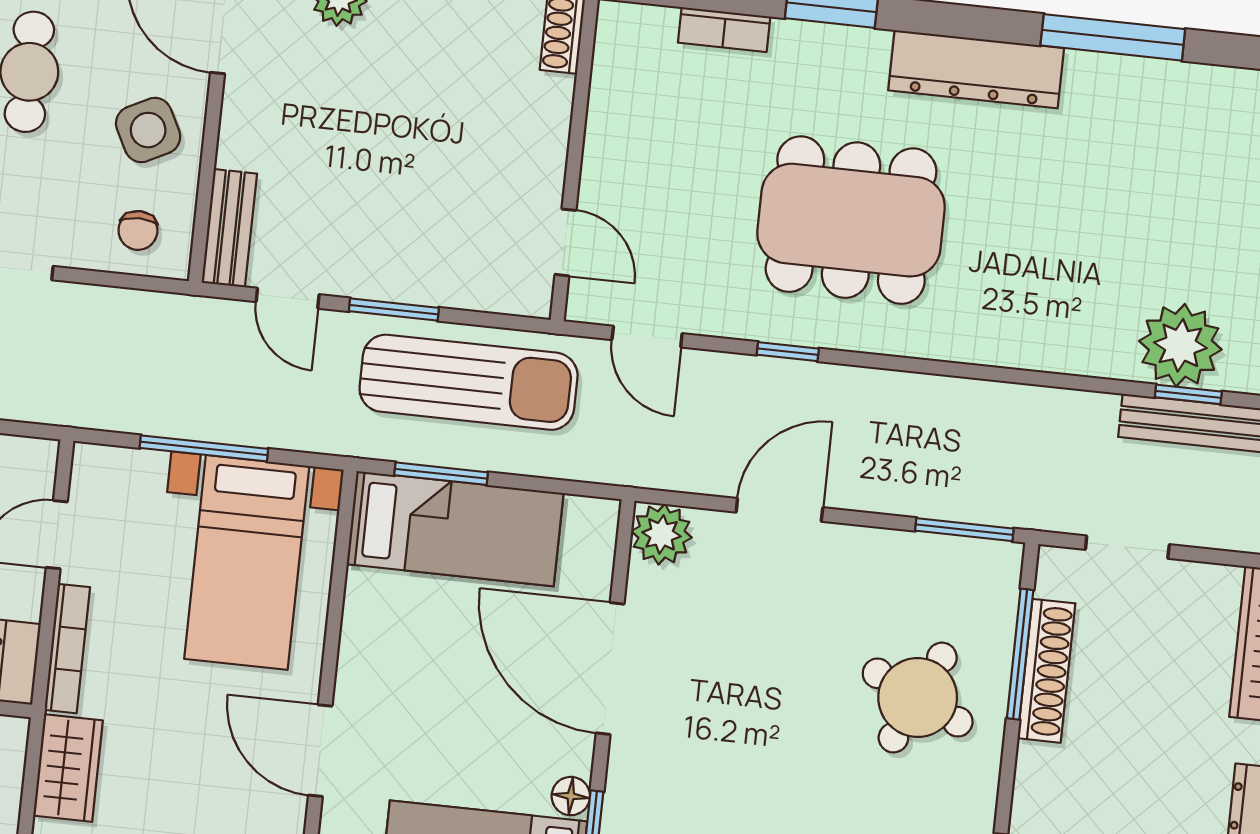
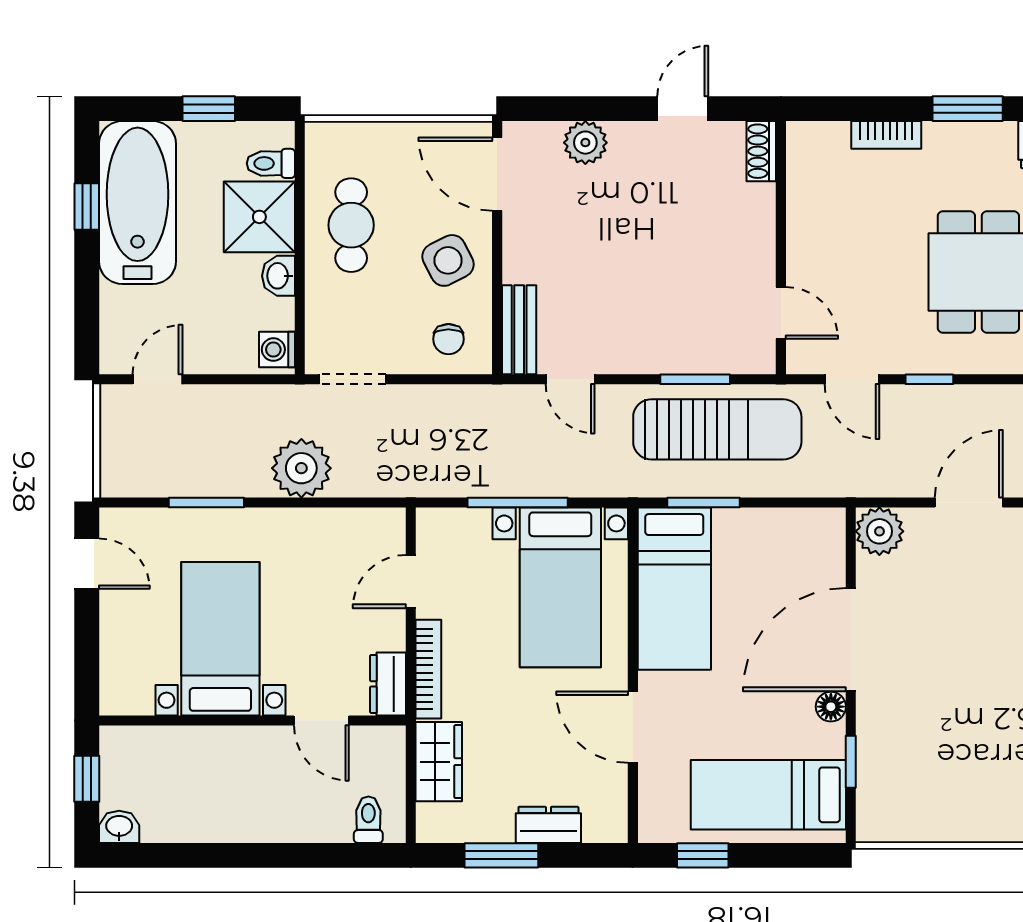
window: (394, 310) -> (695, 379), moved
window: (788, 352) -> (929, 379), moved
bed: (455, 529) -> (674, 589), moved, turned 90
door: (610, 668) -> (851, 640), hinge flipped
floor lamp: (571, 796) -> (831, 707), moved

